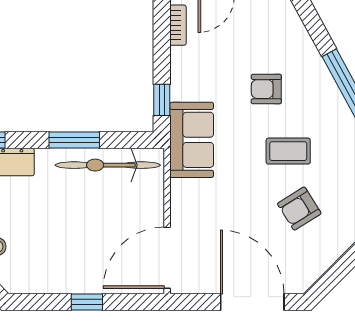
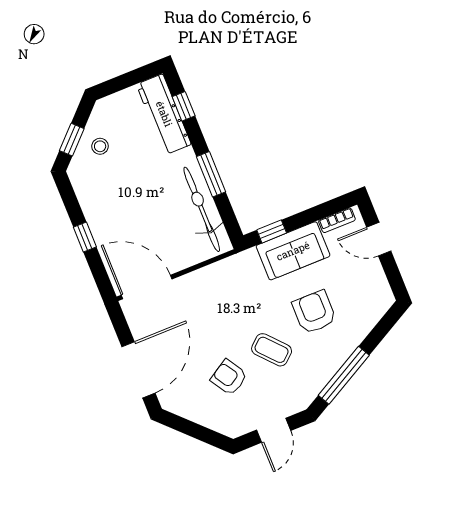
armchair: (266, 89) -> (314, 312), width x1.38, depth x1.38
sofa: (192, 140) -> (293, 251), moved
coffee table: (288, 151) -> (272, 350), turned -42

